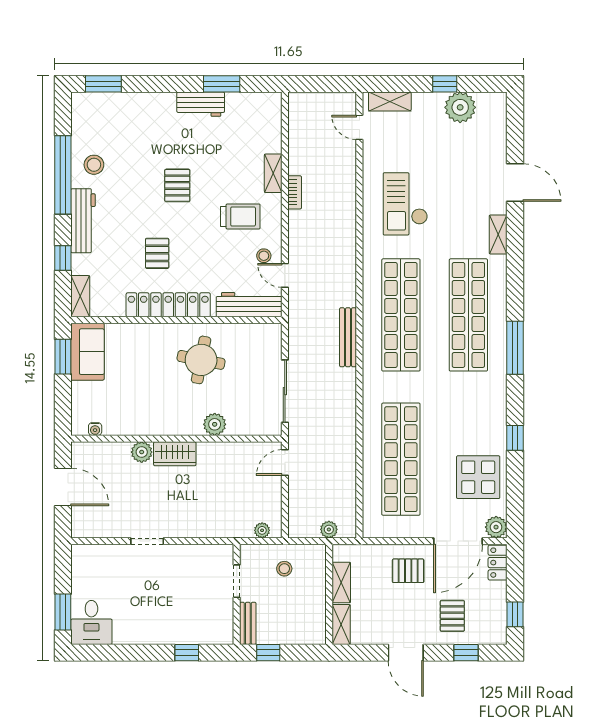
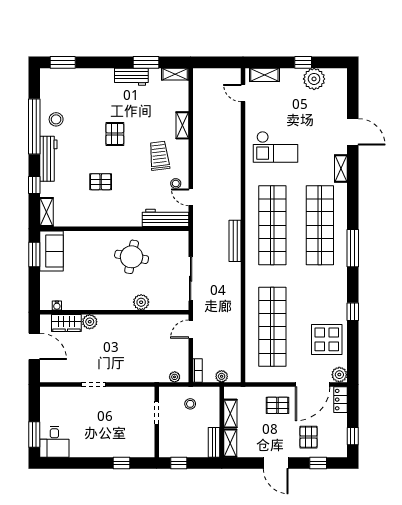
shelving: (263, 101) -> (175, 74), added
bookcase: (295, 192) -> (197, 371), moved
checkout: (405, 204) -> (275, 147), turned -90
trolley: (240, 216) -> (159, 156), turned -97
pallet: (157, 253) -> (101, 182), turned 90
locker: (168, 305) -> (108, 218), removed
wardrobe: (175, 454) -> (66, 323), moved
bench: (248, 623) -> (214, 442), moved

